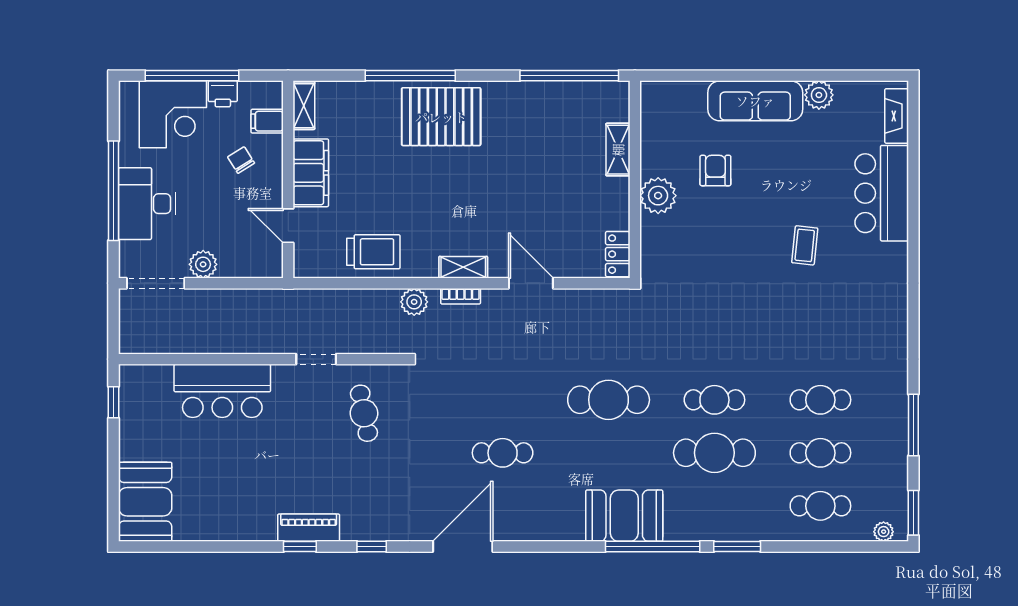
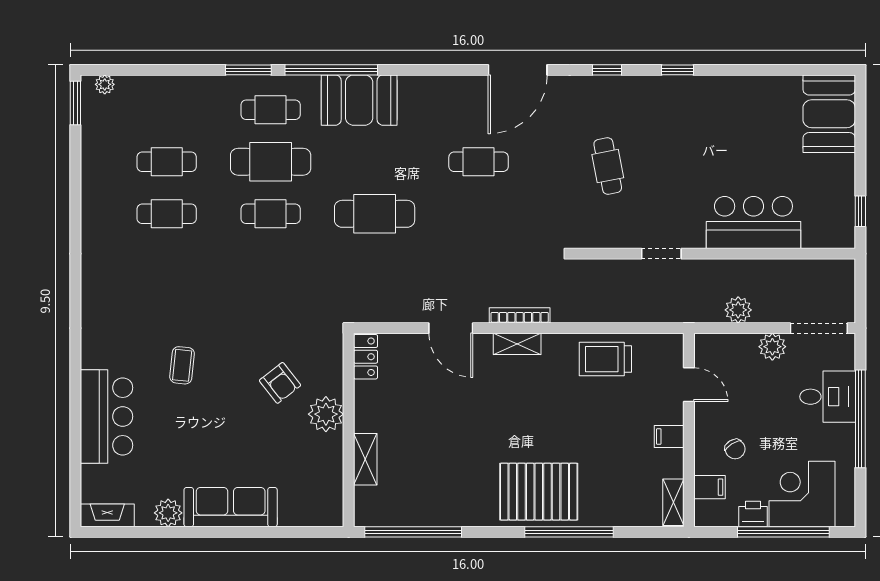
fireplace: (897, 116) -> (107, 515), moved, turned -90
armchair: (715, 170) -> (280, 383), moved, turned -38
filing cabinet: (311, 173) -> (669, 436), width x0.33, depth x0.86
desk: (147, 204) -> (828, 397), width x0.73
bookcase: (461, 296) -> (520, 315), width x1.56
plant: (414, 302) -> (738, 310), moved
cafe table: (364, 413) -> (608, 166), moved
window: (913, 425) -> (75, 189), removed
cafe table: (820, 506) -> (271, 110), moved
piano: (309, 528) -> (669, 88), removed

